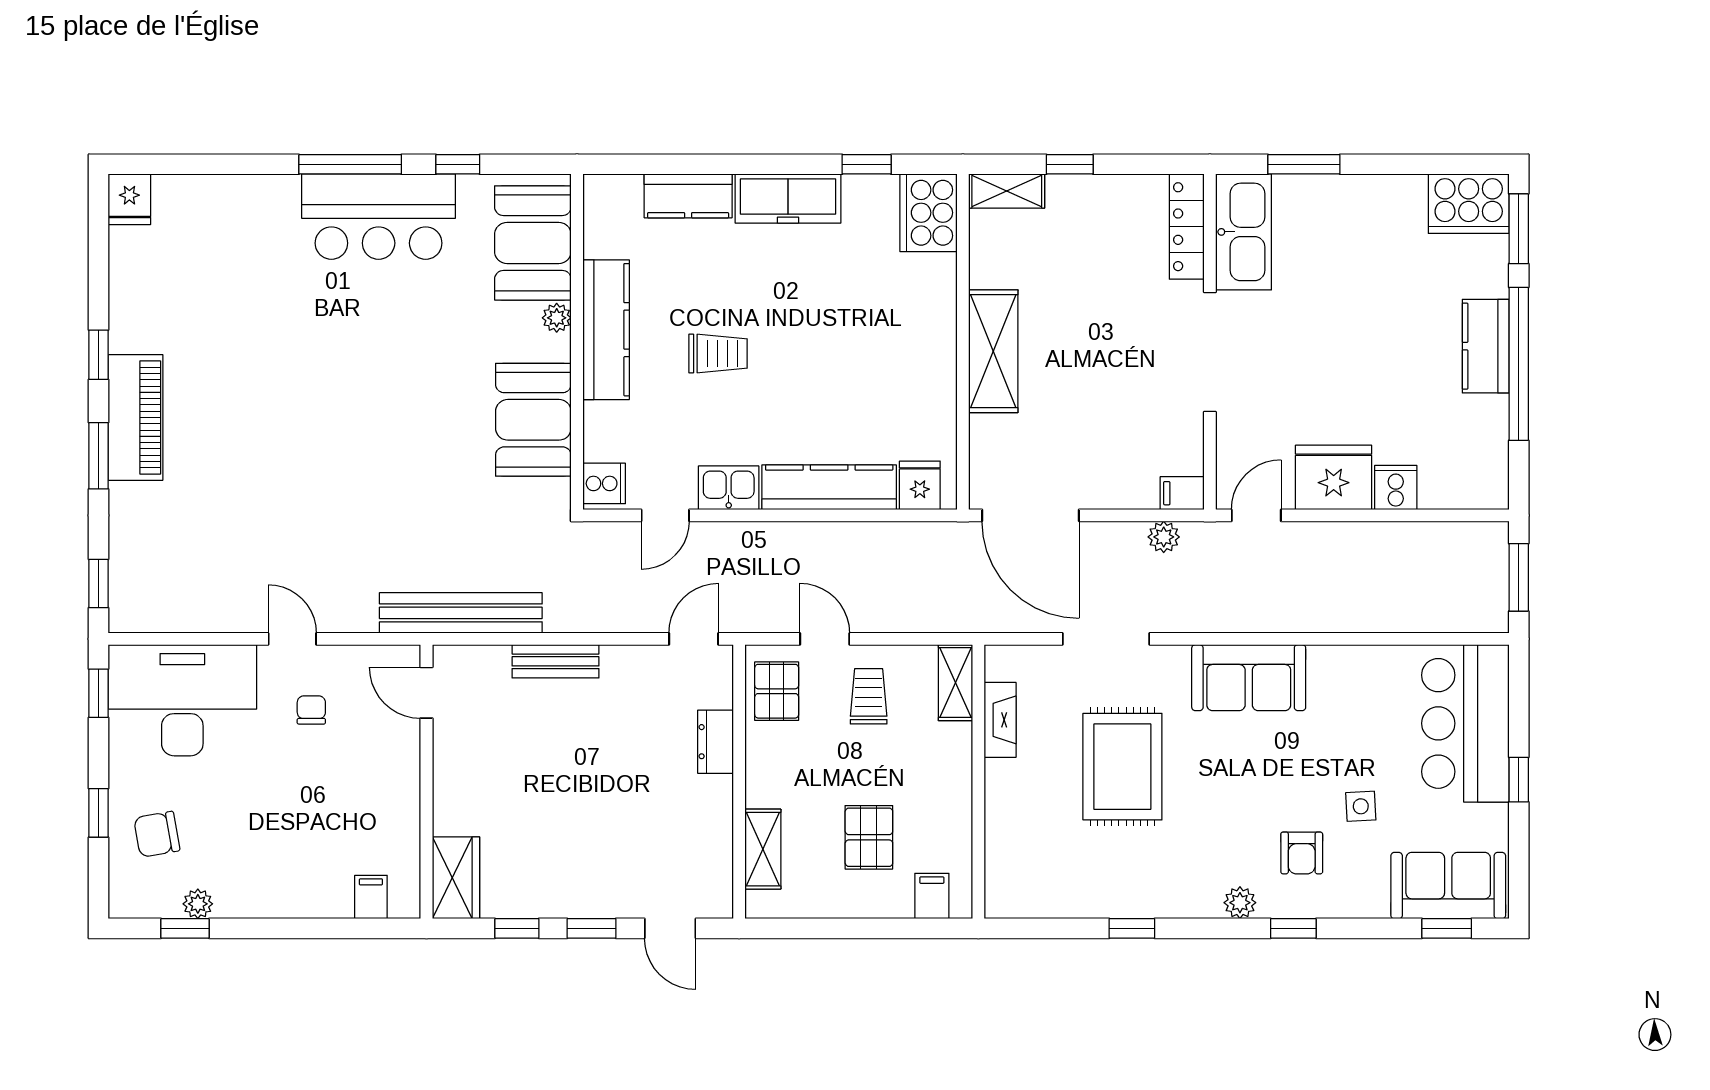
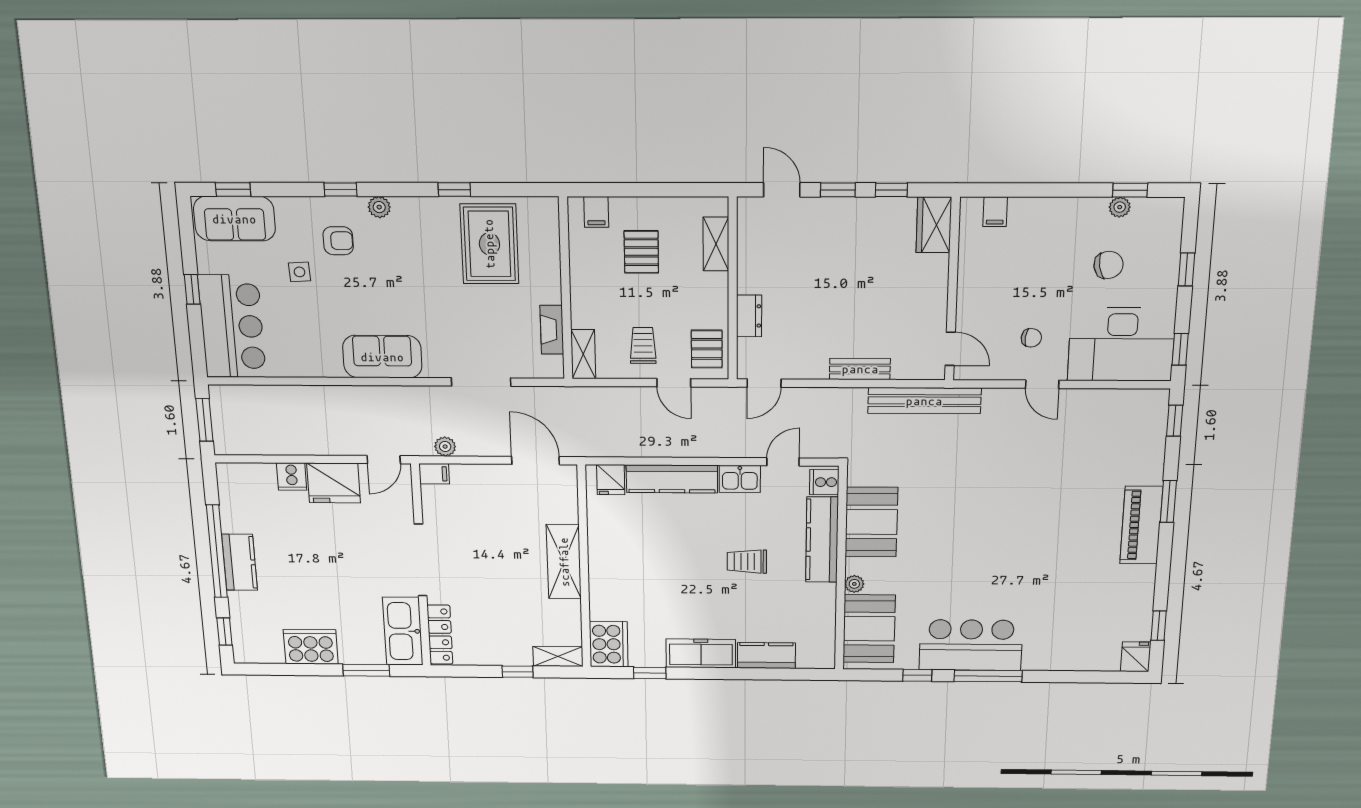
cooker: (1469, 204) -> (311, 647), moved
window: (1519, 229) -> (224, 632), width x0.67
kitchen counter: (606, 330) -> (822, 540), moved
window: (98, 355) -> (1159, 626), moved
door: (1031, 515) -> (536, 461), width x0.73
trolley: (869, 696) -> (643, 345), turned 180
chair: (311, 710) -> (1031, 338), turned -84
rug: (1122, 767) -> (489, 244), moved
chair: (157, 834) -> (1109, 265), moved
armchair: (1302, 853) -> (338, 241), turned 90

